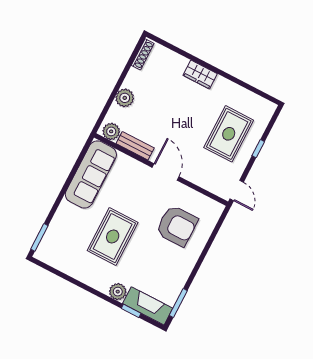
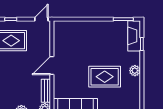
armchair: (177, 226) -> (79, 43), removed
plant: (118, 292) -> (135, 71), moved

